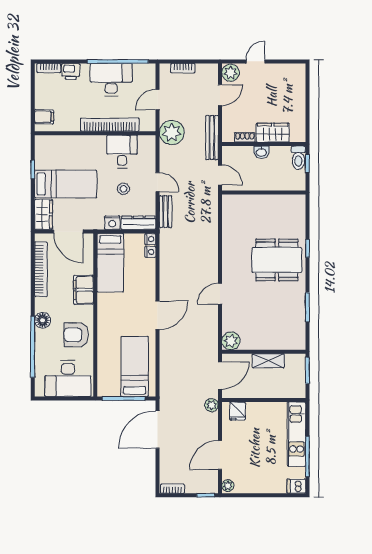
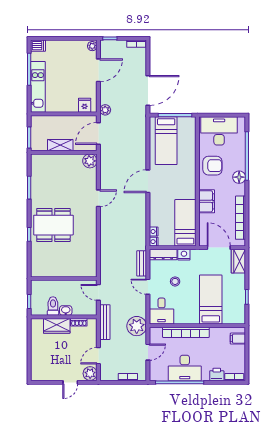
desk: (122, 152) -> (162, 311), moved
toilet: (298, 158) -> (53, 306), moved
bed: (66, 184) -> (211, 299), moved, turned 90

